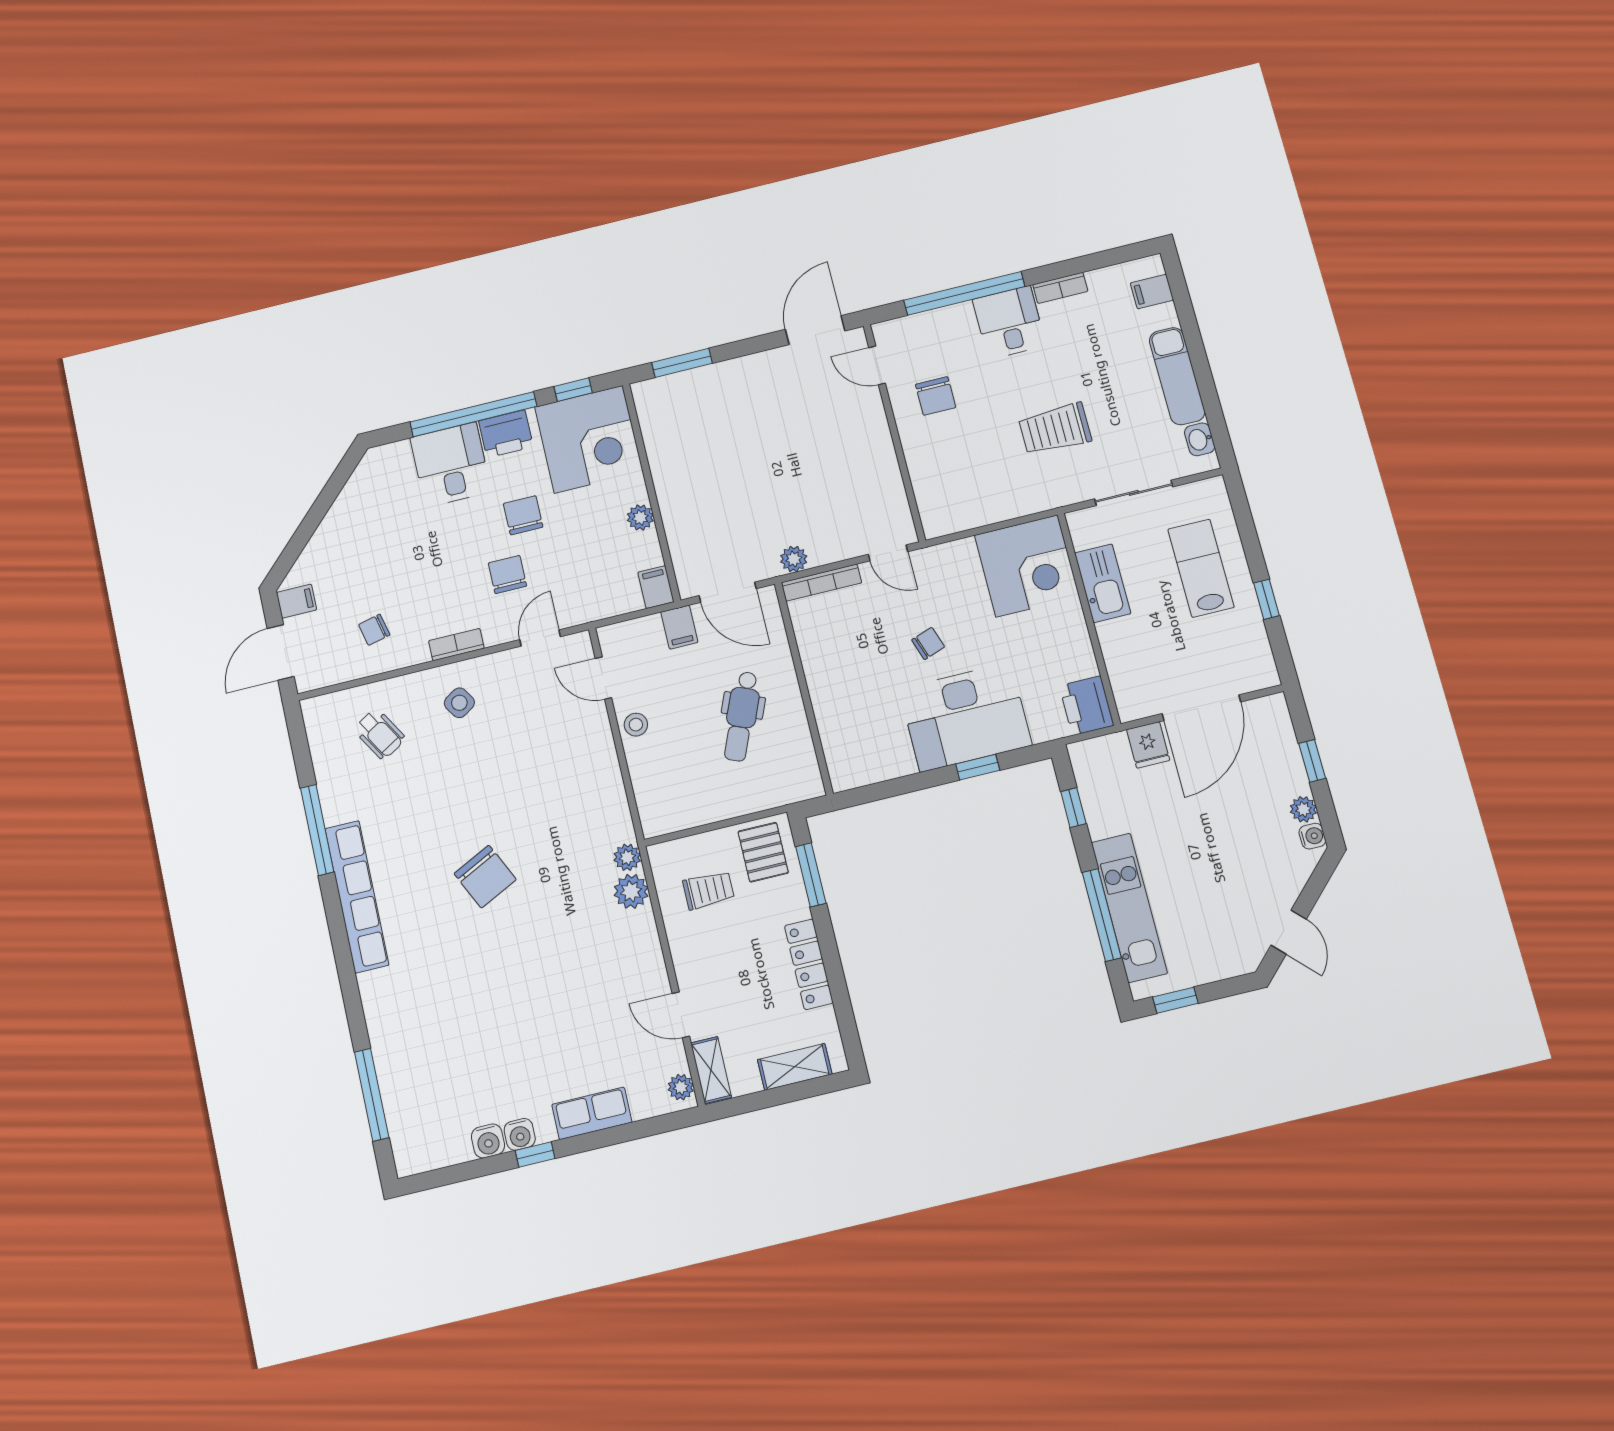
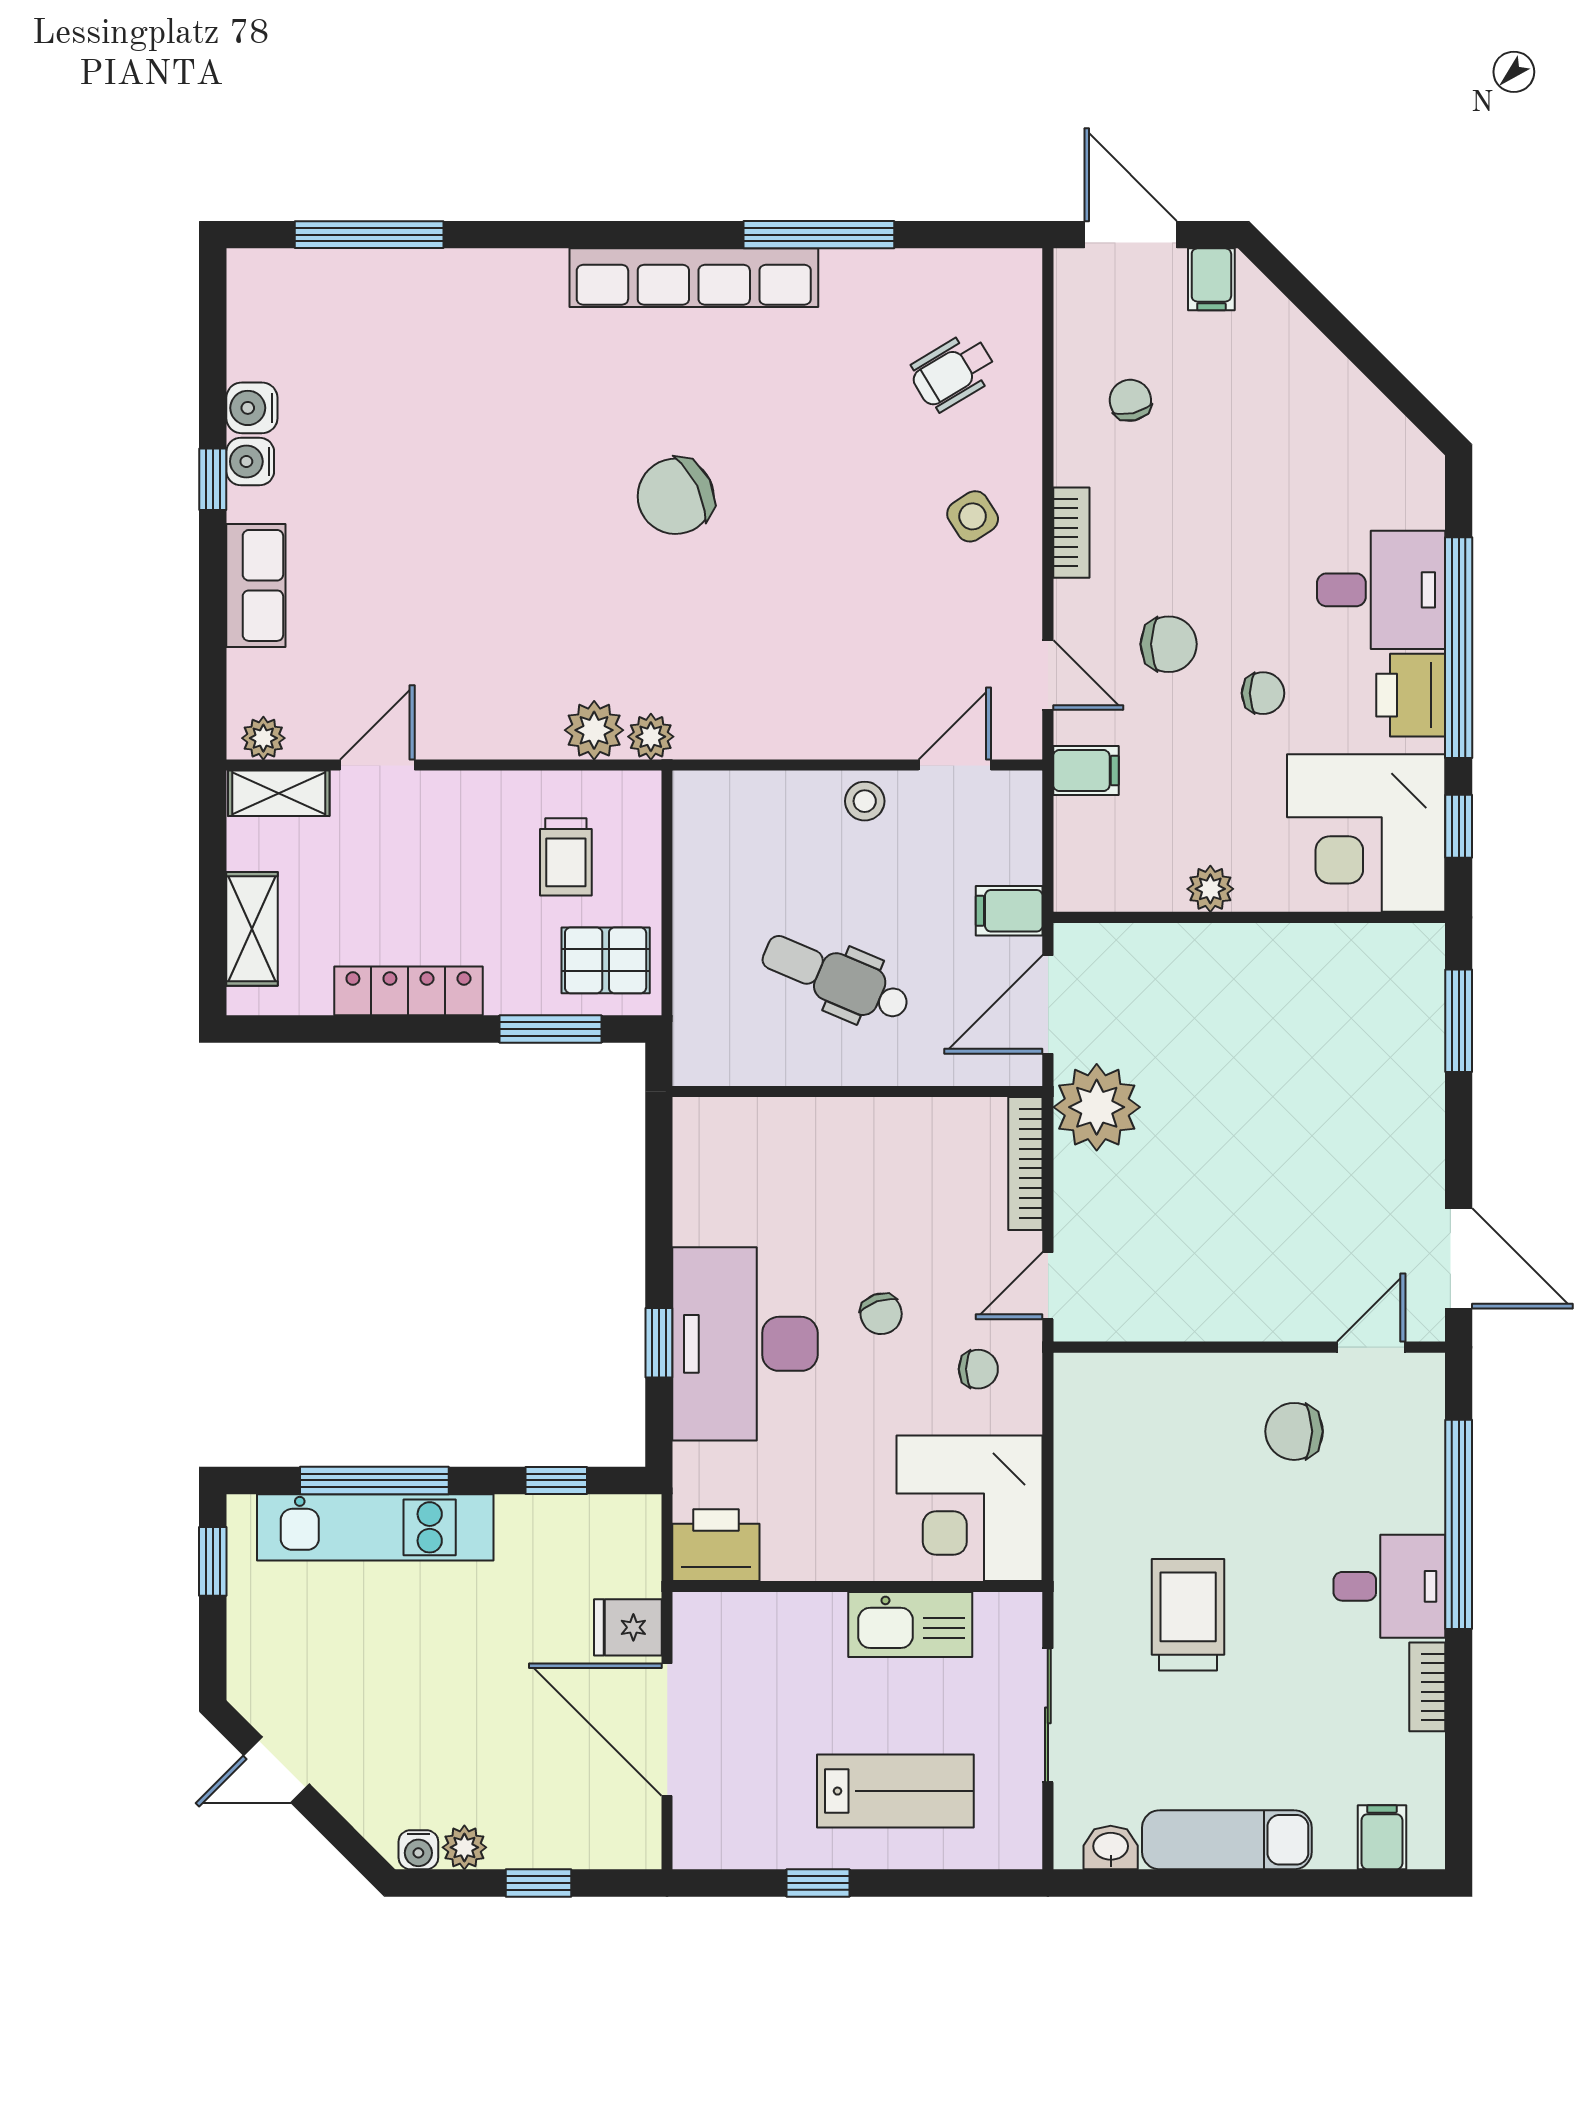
chair: (523, 515) -> (1263, 693), width x0.73, depth x0.73
plant: (794, 559) -> (1097, 1107), width x1.87, depth x1.87
chair: (946, 581) -> (978, 1369), added
filing cabinet: (656, 587) -> (1086, 771), moved

